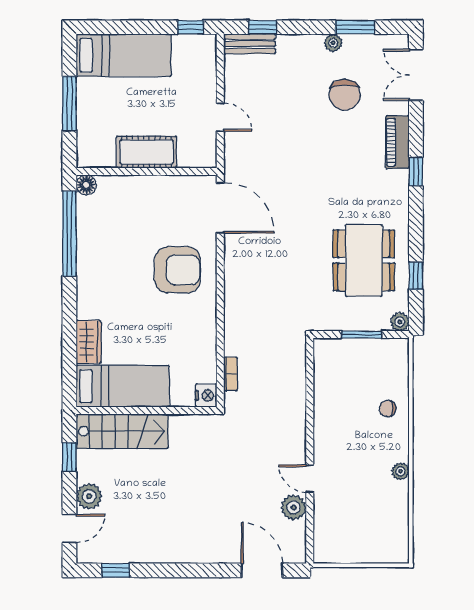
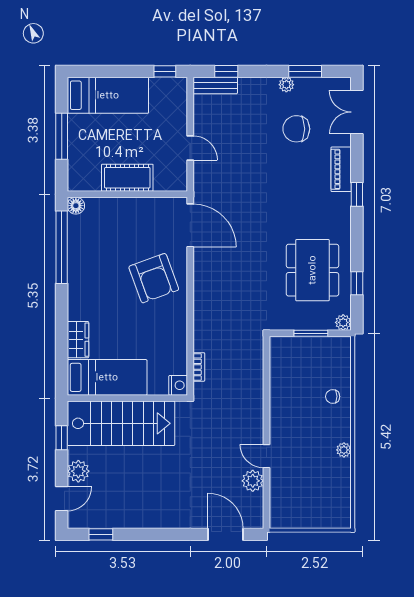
chair: (345, 95) -> (296, 129), turned 90
armchair: (178, 270) -> (154, 278), turned 70
stairs: (122, 431) -> (121, 423), width x1.36, depth x1.51

